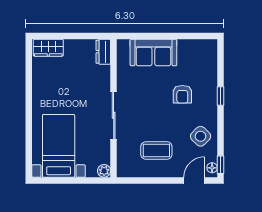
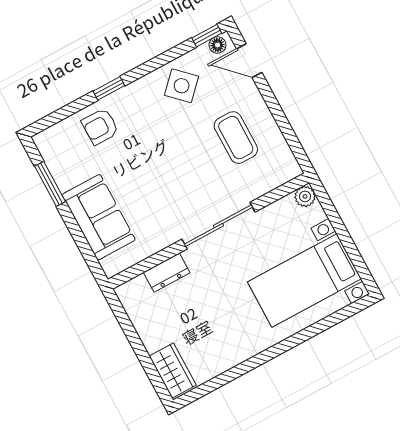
window: (186, 36) -> (50, 184), added
dresser: (103, 52) -> (167, 273), moved
armchair: (182, 94) -> (100, 127), moved, turned 180

